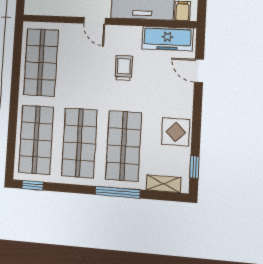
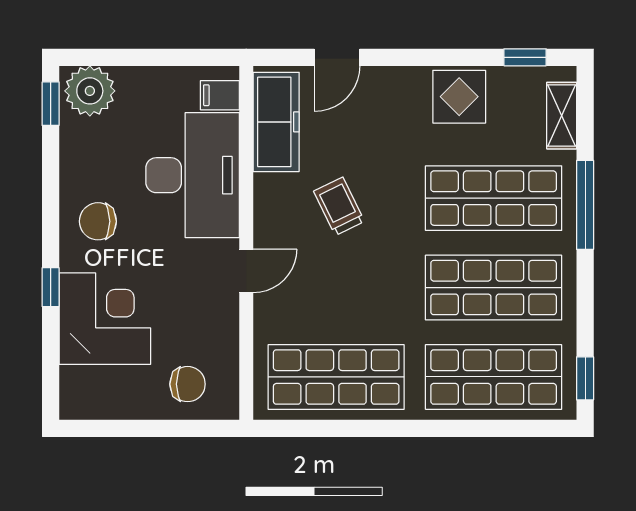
trolley: (124, 68) -> (339, 206), turned 64

